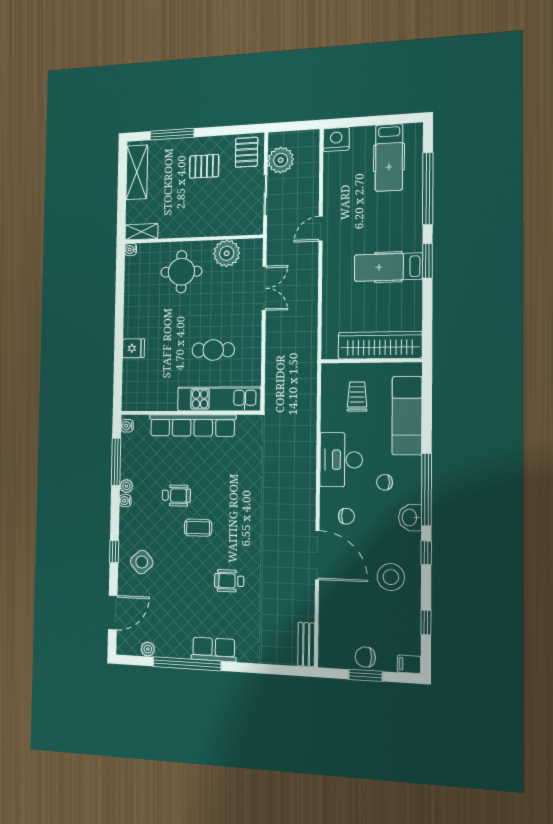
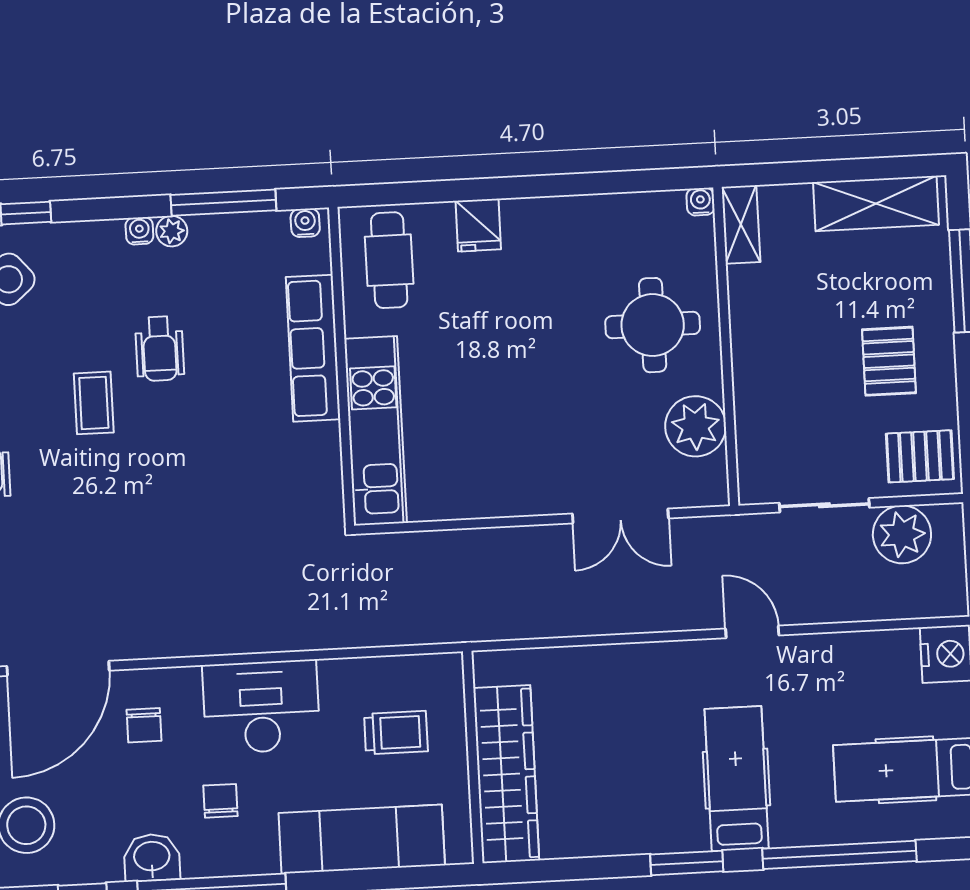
hospital bed: (388, 267) -> (737, 779), moved
cafe table: (213, 350) -> (389, 260), moved
row of seats: (192, 425) -> (313, 348), width x0.73

